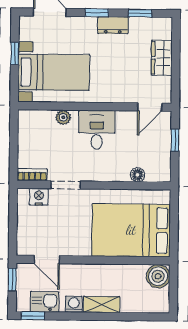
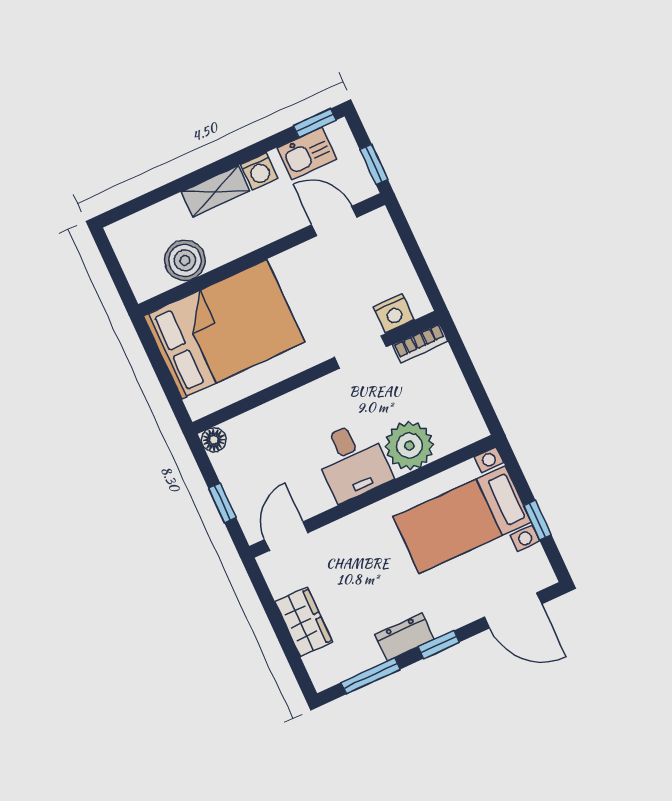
window: (140, 13) -> (371, 676), width x1.50
plant: (63, 117) -> (409, 446), width x1.87, depth x1.87
floor lamp: (138, 175) -> (214, 440), moved
boiler: (158, 276) -> (185, 260), moved

